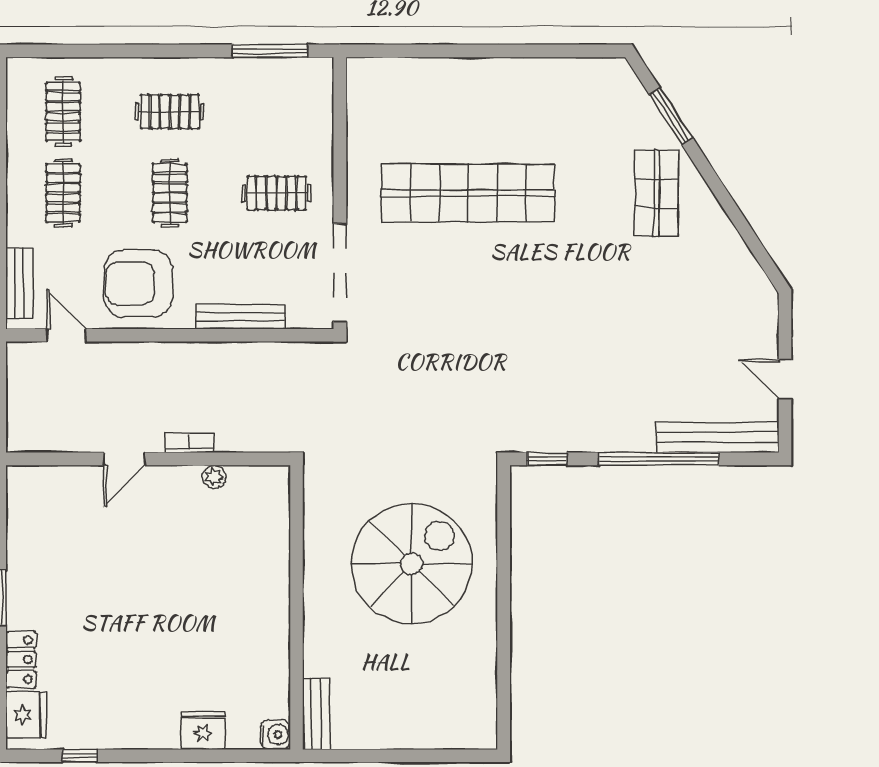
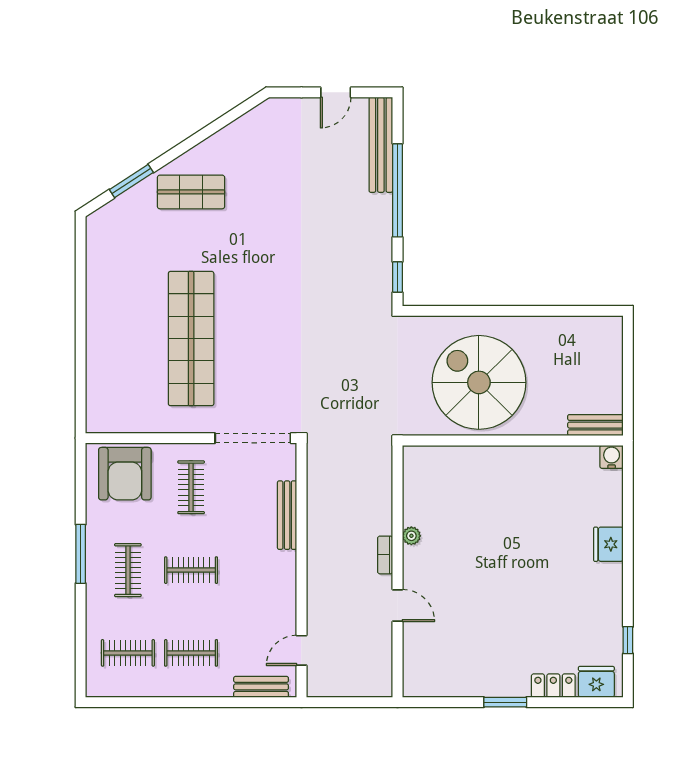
window: (270, 51) -> (81, 554), moved
armchair: (138, 283) -> (125, 474), moved
wall: (297, 607) -> (513, 440), moved
bench: (316, 714) -> (595, 425), moved
water cooler: (275, 735) -> (612, 457), moved

